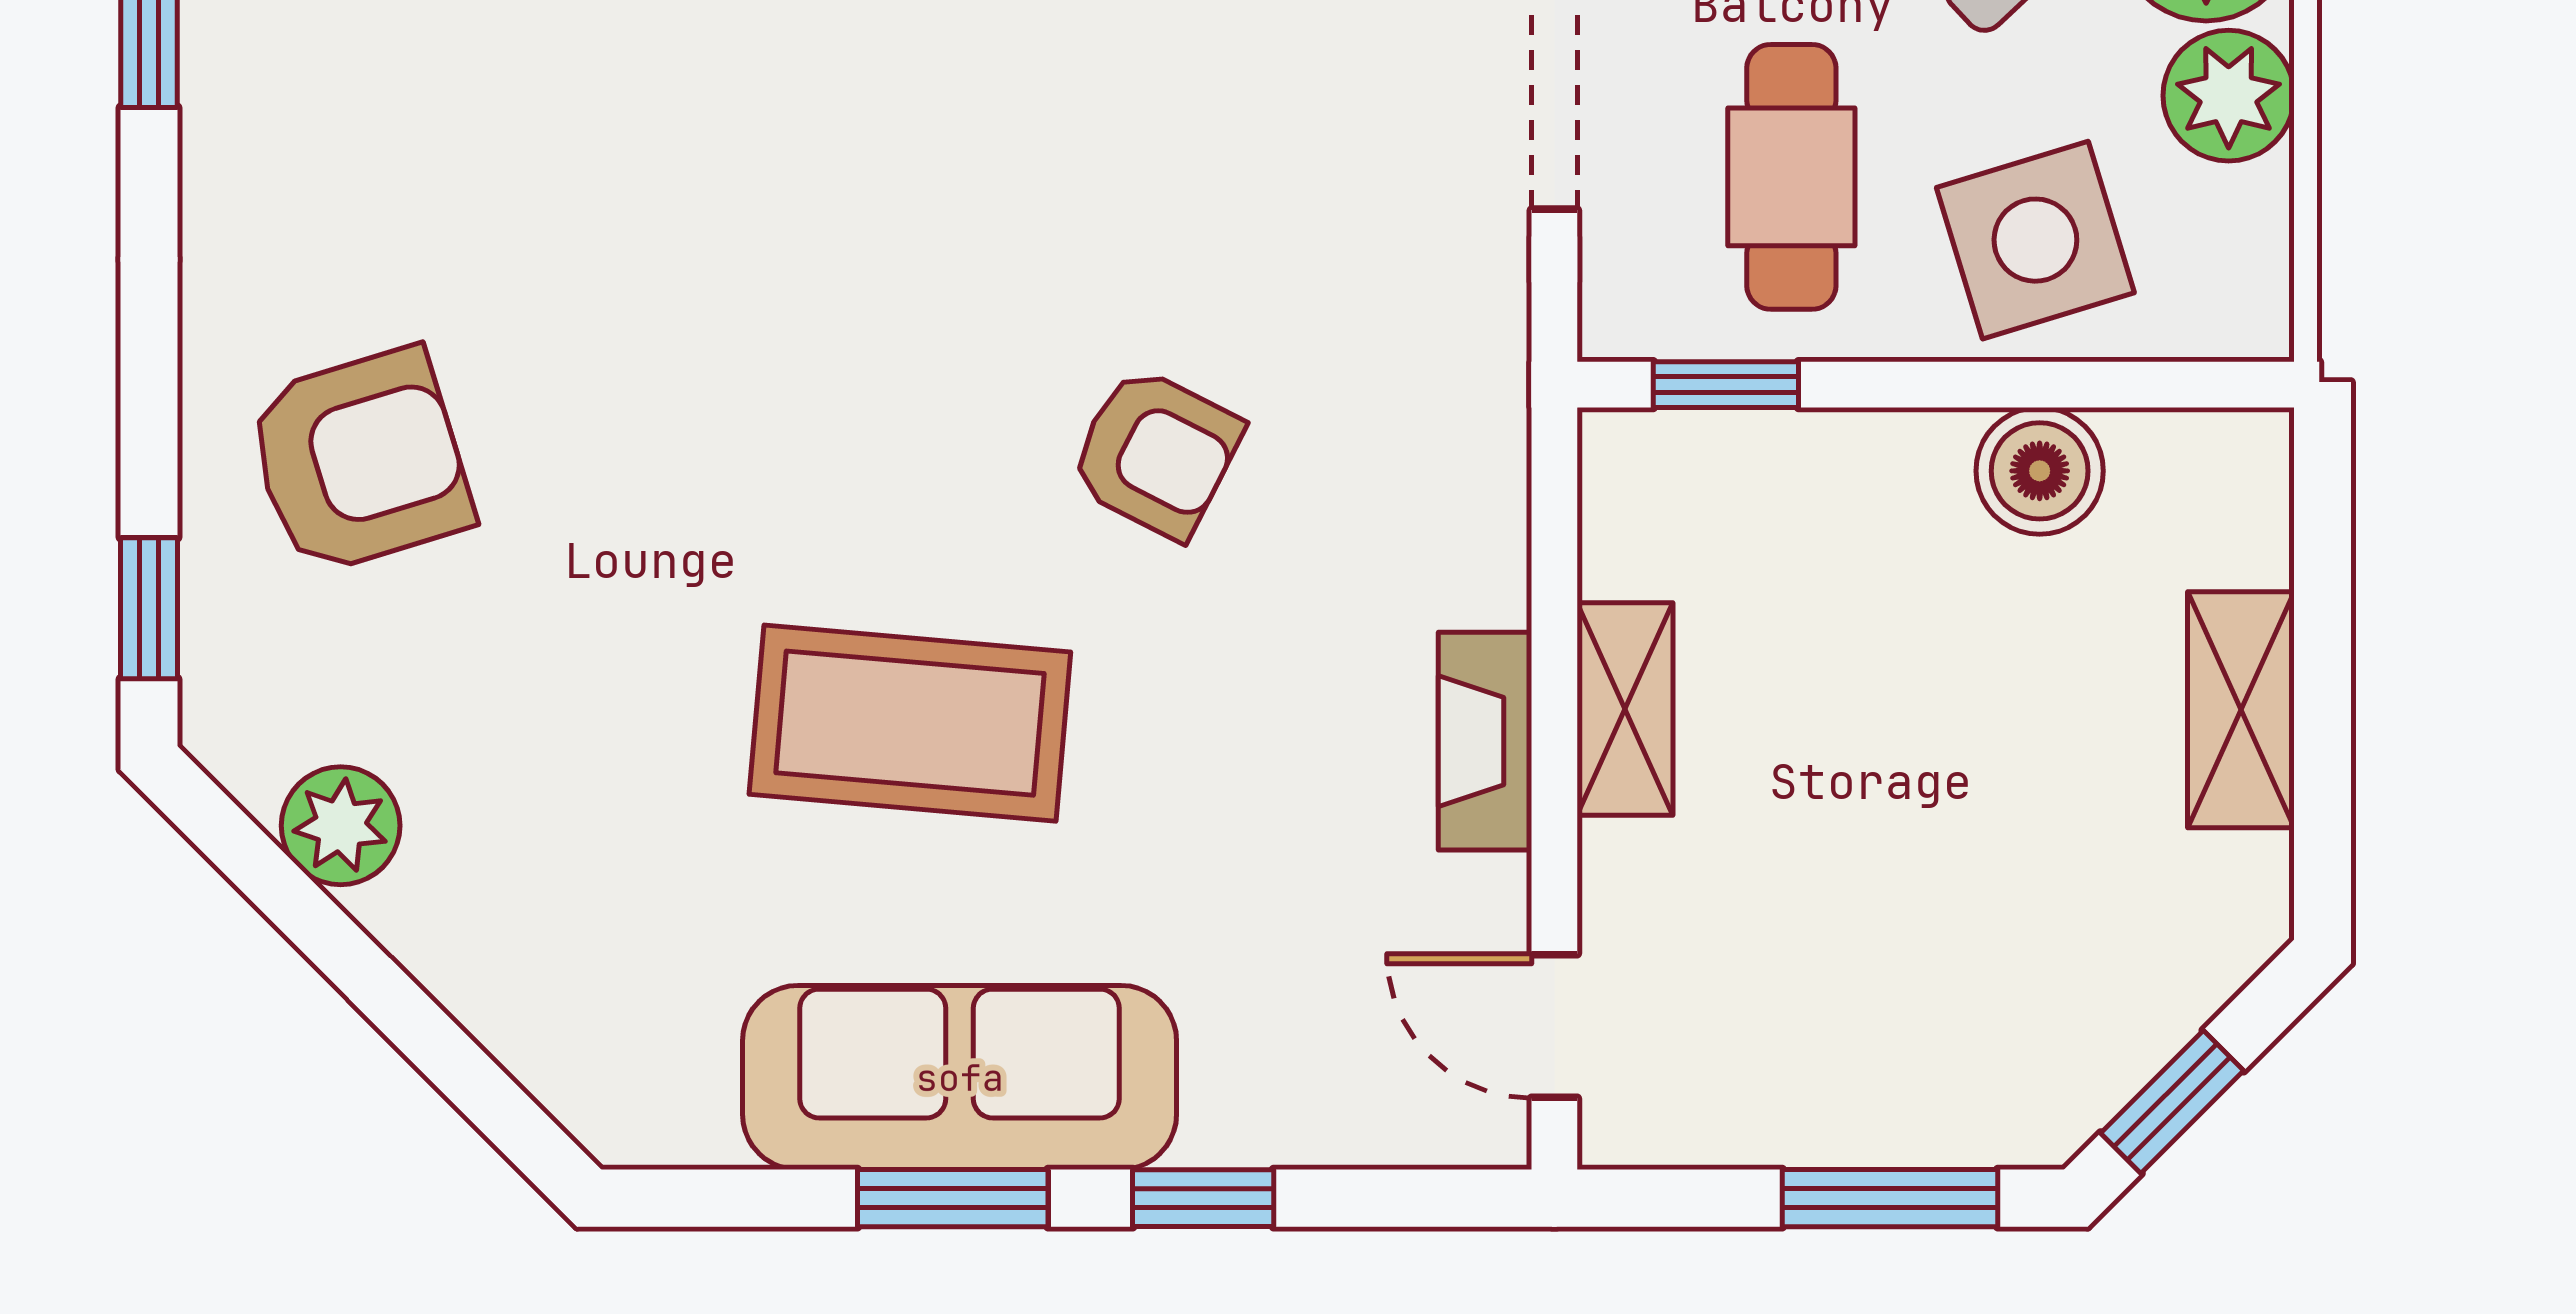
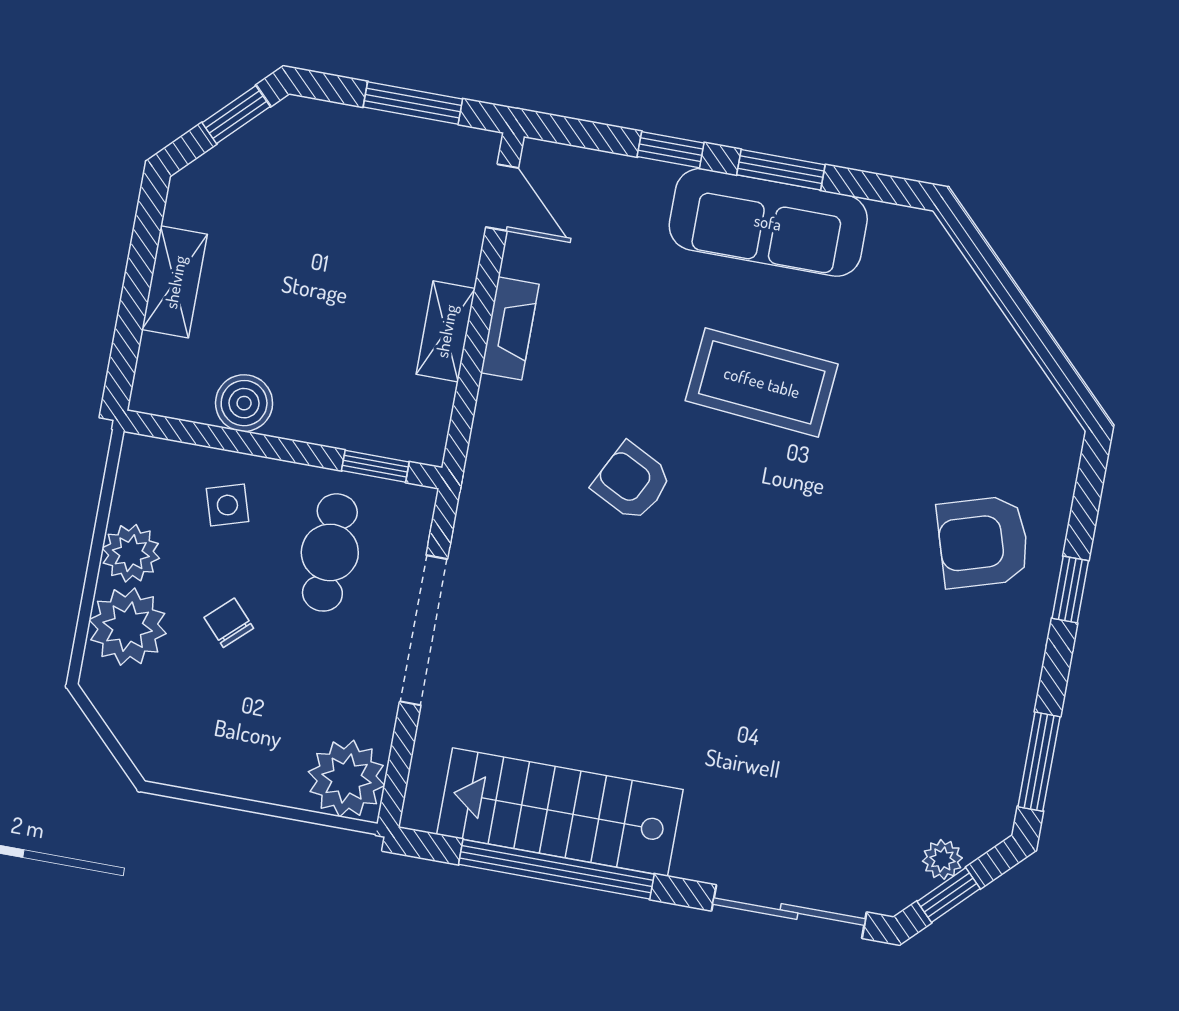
side table: (2035, 240) -> (227, 505), width x0.54, depth x0.54
window: (149, 608) -> (1070, 589), moved
plant: (341, 826) -> (1021, 383), removed
window: (1890, 1198) -> (413, 103), moved

